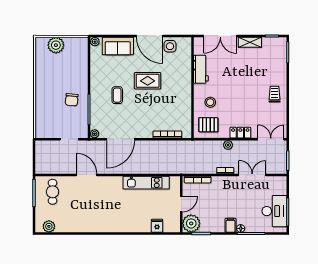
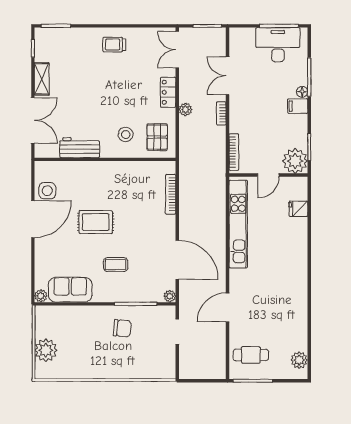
sofa: (118, 46) -> (70, 290), moved, turned -90
rug: (148, 81) -> (96, 222), turned 90
kitchen unit: (146, 183) -> (238, 224), width x1.36
door: (181, 204) -> (268, 175), swing flipped

